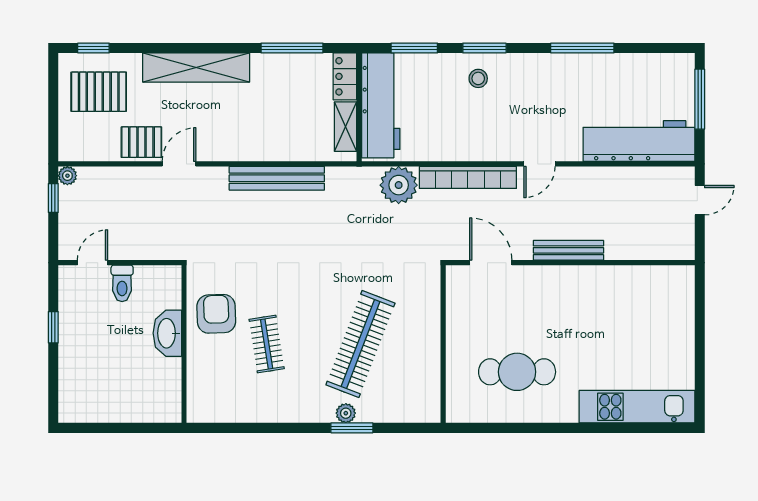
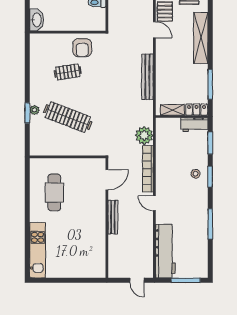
workbench: (381, 105) -> (194, 125), width x0.53, depth x0.76
armchair: (216, 314) -> (82, 48), turned 92
washbasin: (167, 333) -> (37, 20), moved, turned 90

